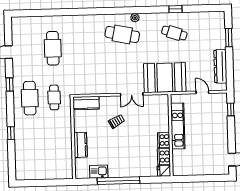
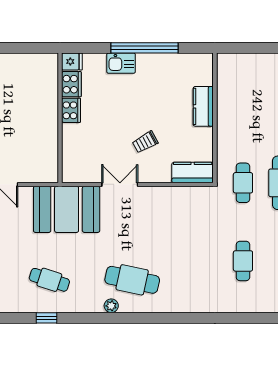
cafe table: (53, 48) -> (243, 261), width x0.73, depth x0.74
kitchen unit: (178, 126) -> (48, 132), removed
kitchen sink: (99, 172) -> (121, 63), moved

